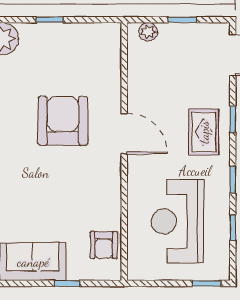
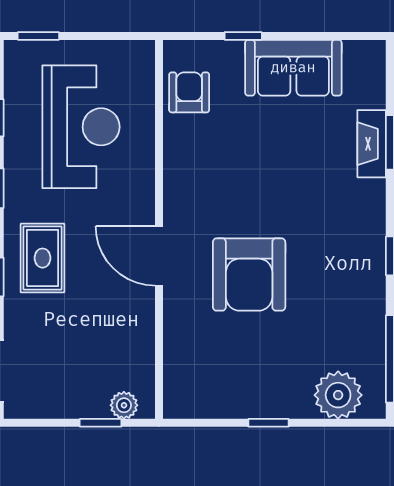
window: (182, 20) -> (101, 423), moved

